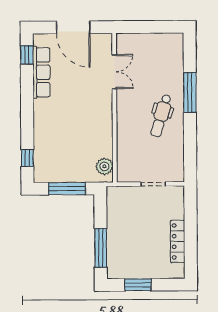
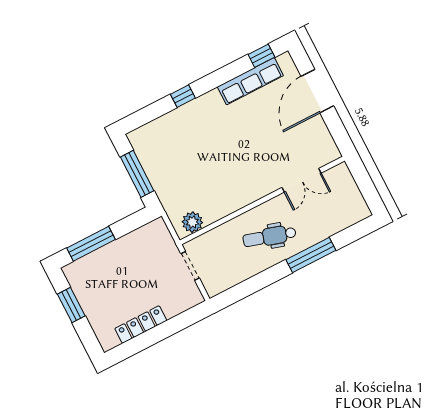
double door: (114, 72) -> (302, 180), moved
wall: (114, 108) -> (262, 201), moved
window: (27, 158) -> (183, 96), moved
plant: (104, 166) -> (192, 222), moved

